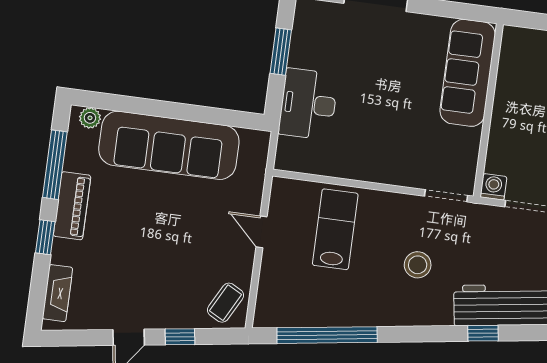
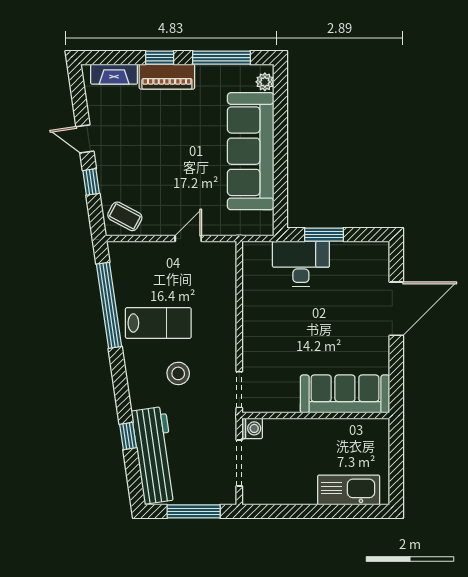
window: (281, 52) -> (324, 235), moved
piano: (72, 206) -> (167, 77), moved
lab bench: (335, 229) -> (158, 323), moved

